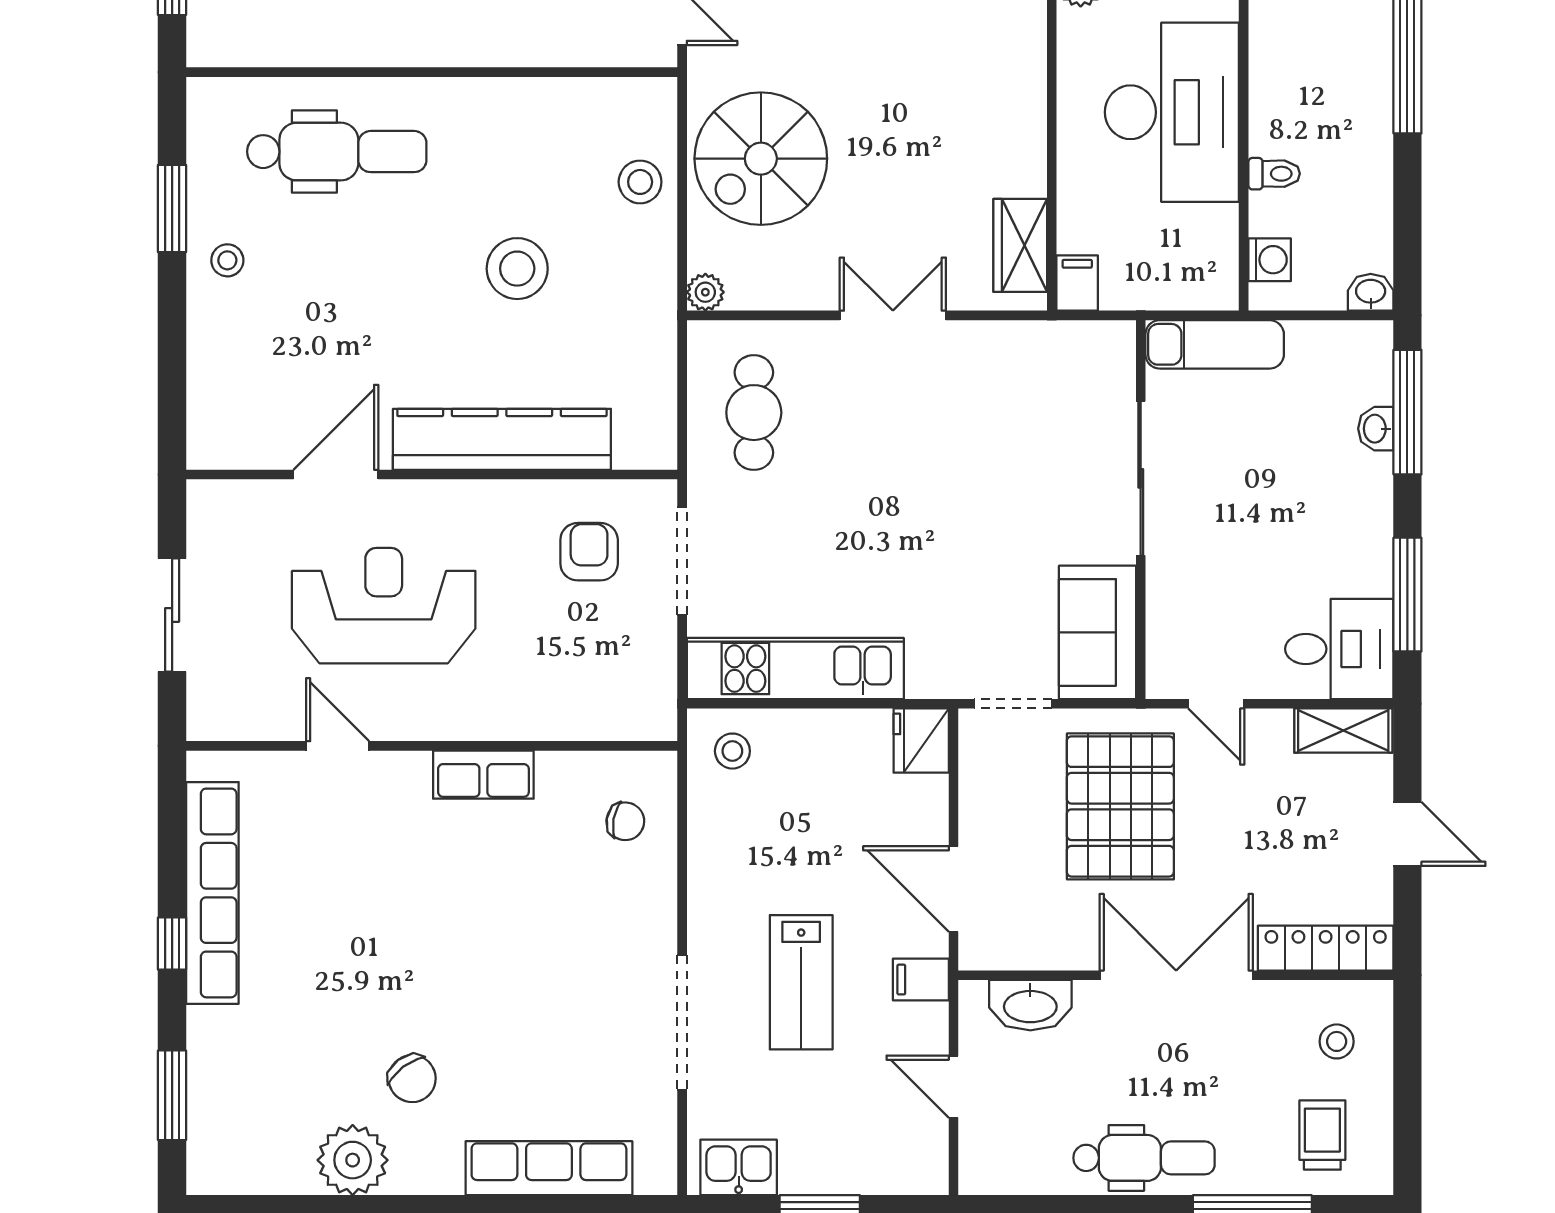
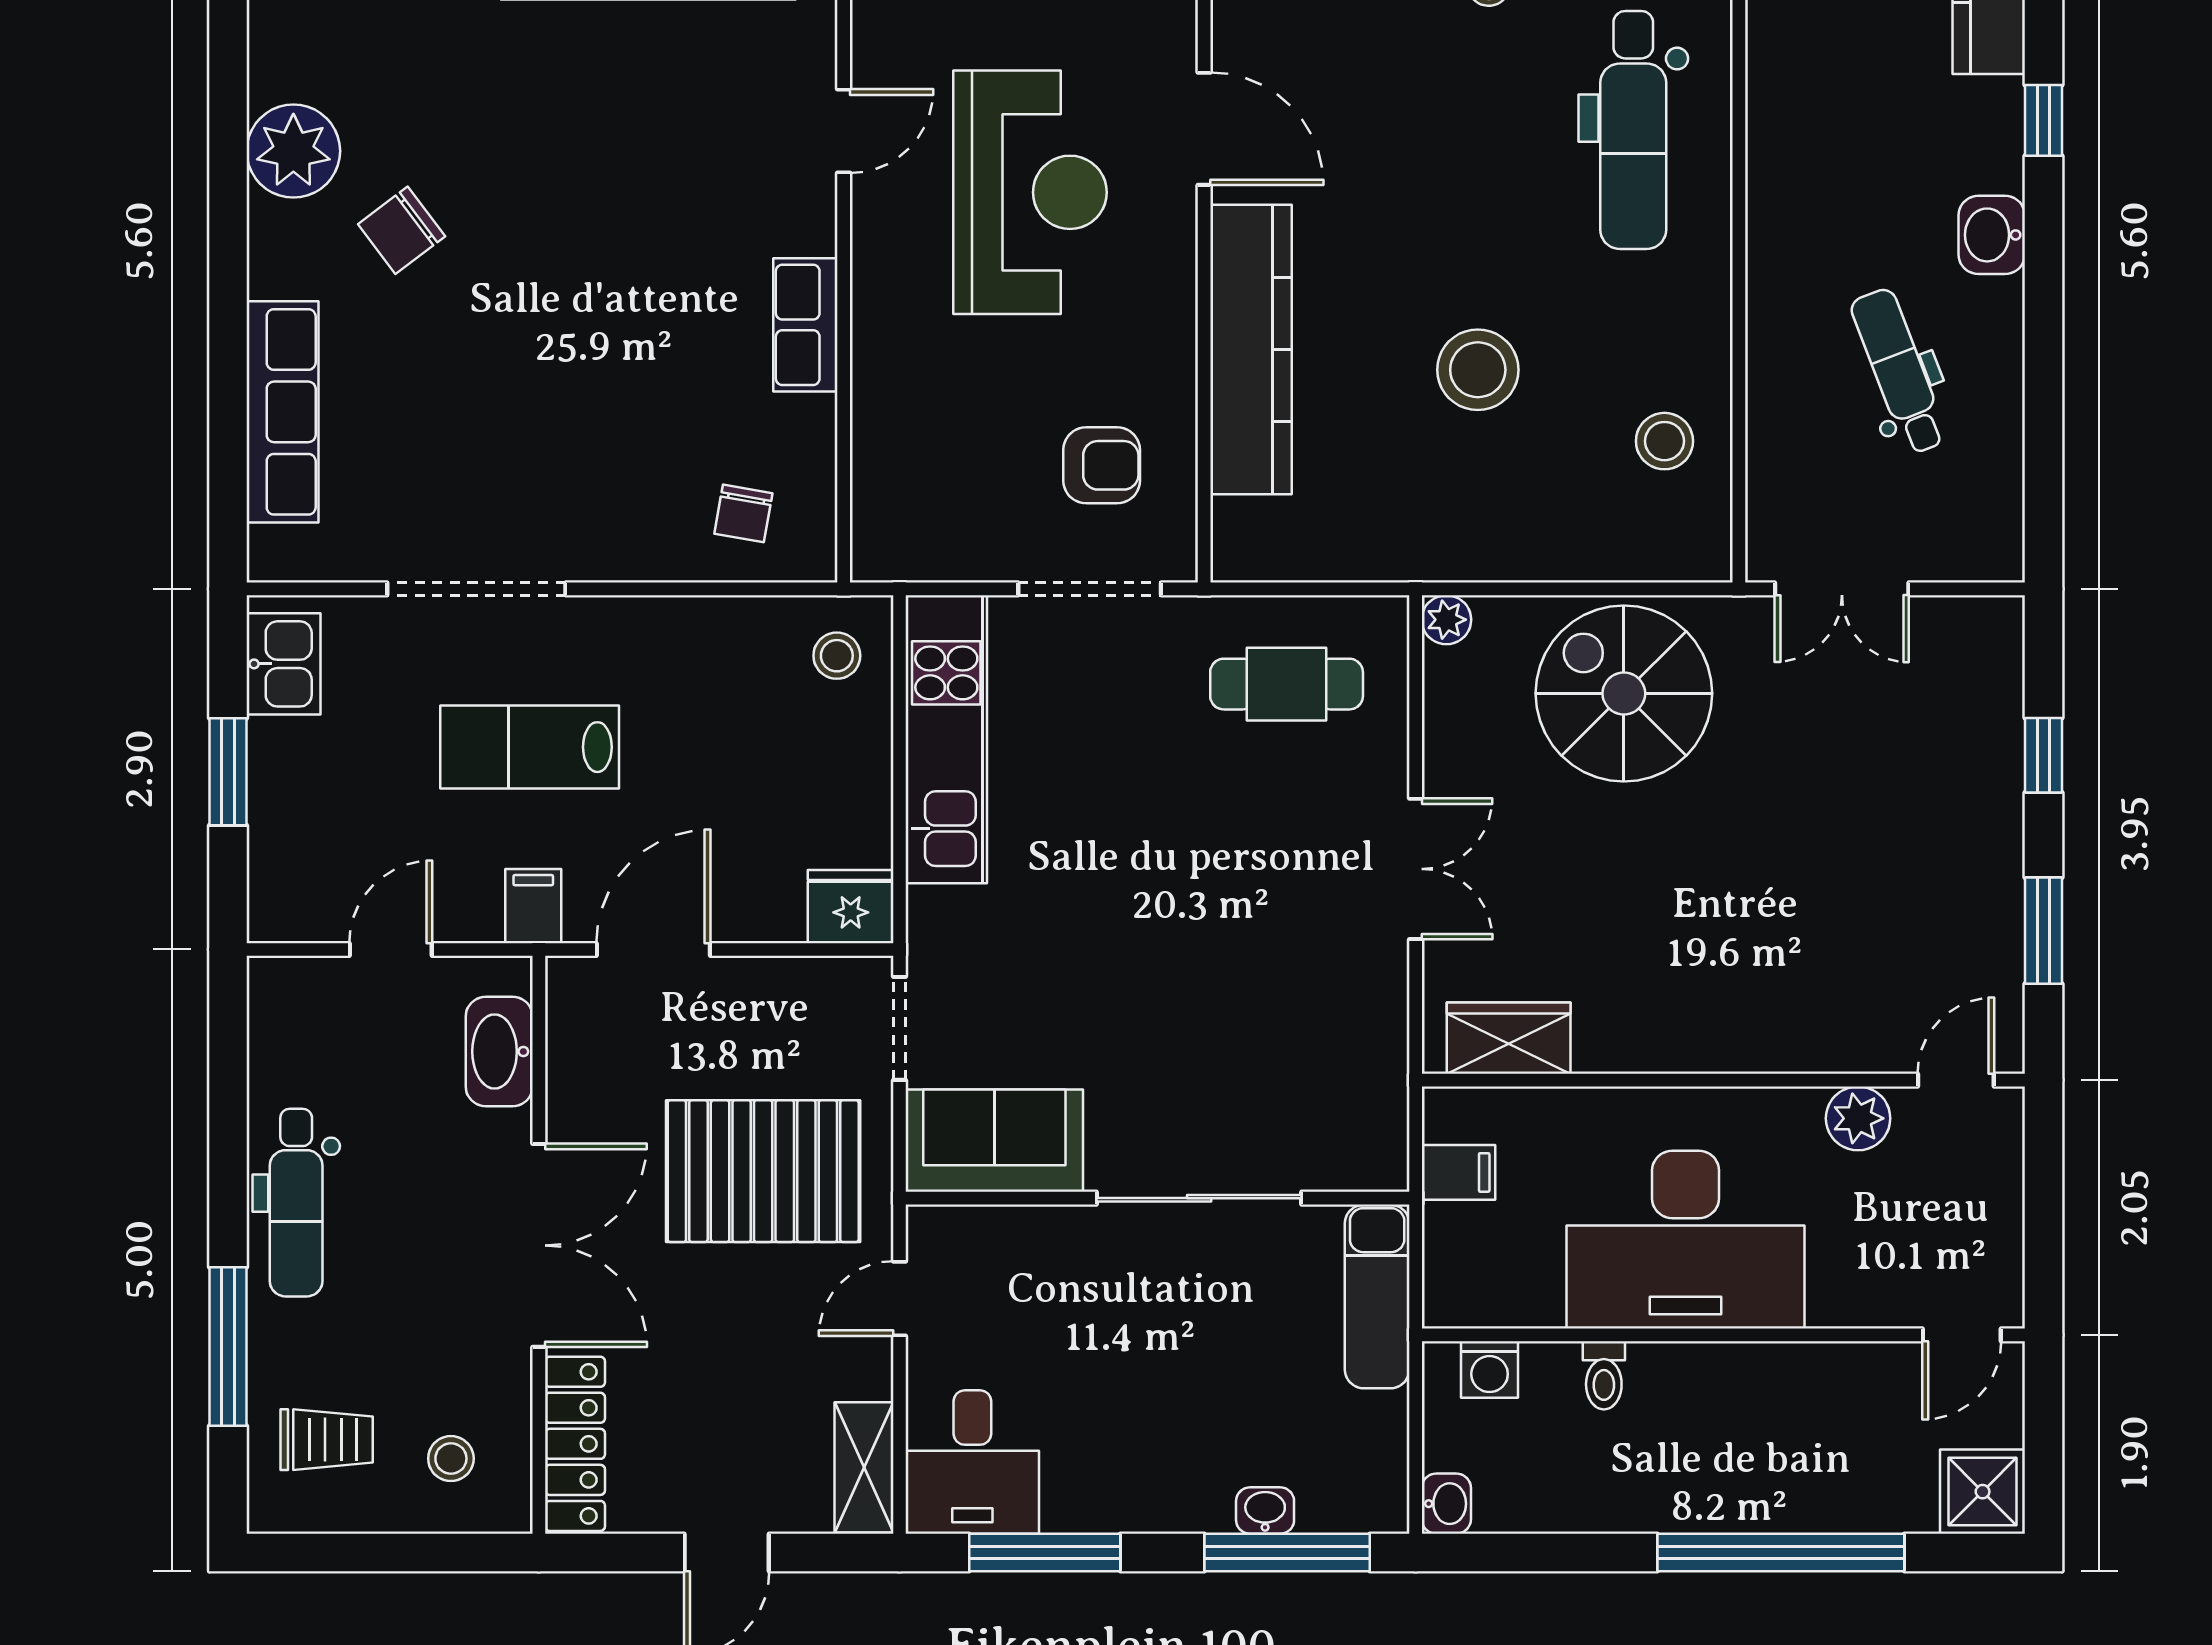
stool: (640, 182) -> (1664, 441), moved
filing cabinet: (1077, 283) -> (1458, 1172), moved

